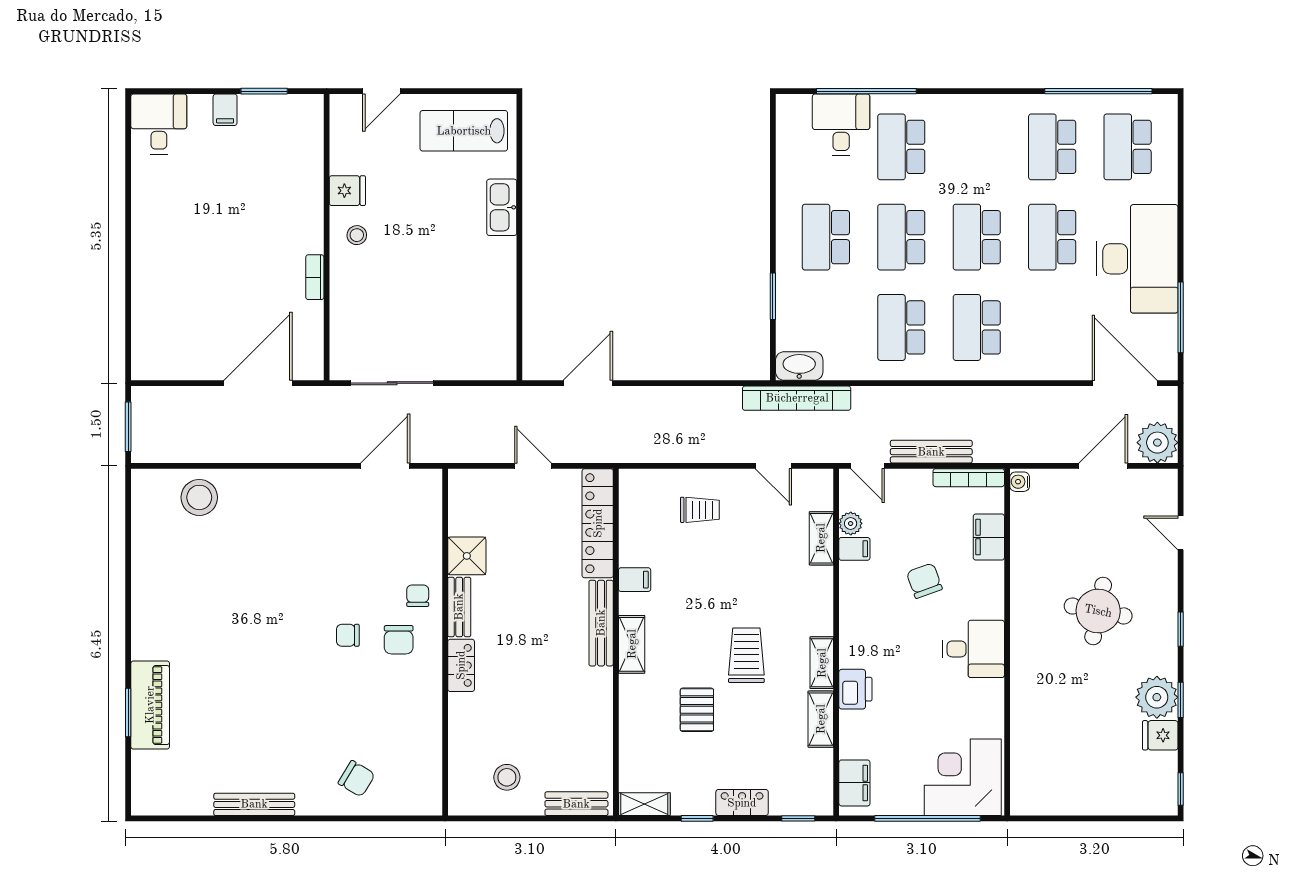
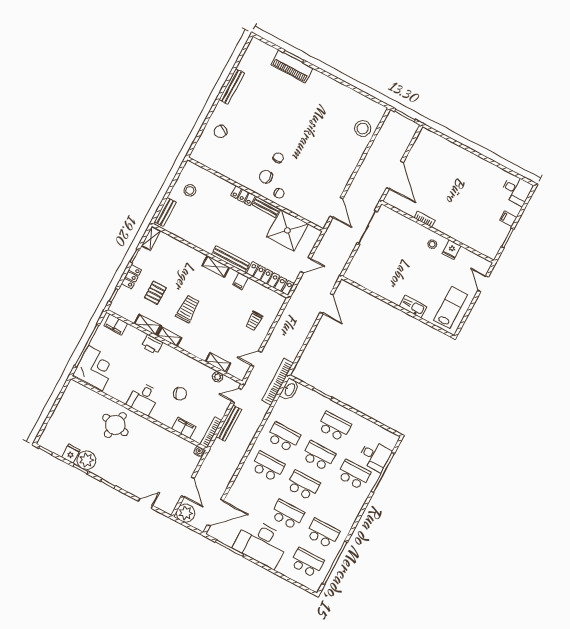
filing cabinet: (854, 549) -> (207, 373), removed
shower: (467, 556) -> (287, 230), width x1.86, depth x1.86
round table: (1098, 611) -> (115, 425), moved
trolley: (746, 655) -> (188, 309), turned -90
pallet: (697, 710) -> (155, 293), moved, turned 90

